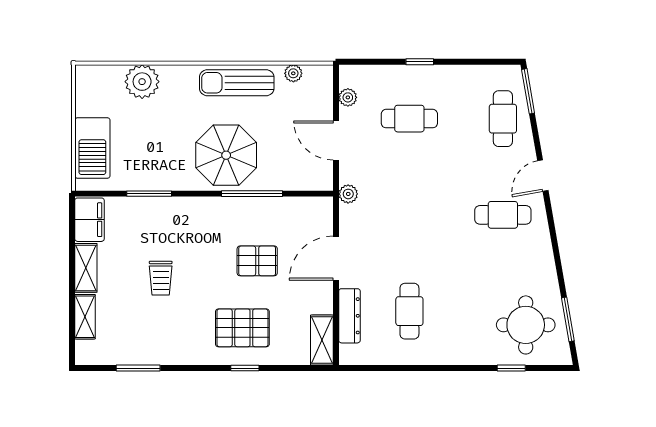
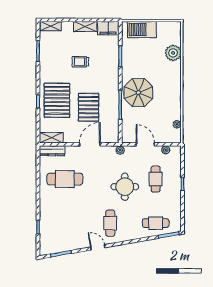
sun lounger: (237, 83) -> (173, 98), removed
door: (336, 141) -> (145, 144), hinge flipped
door: (543, 176) -> (98, 247), moved
door: (336, 258) -> (90, 144), hinge flipped
pallet: (257, 261) -> (89, 107), width x1.50, depth x1.42
cafe table: (409, 311) -> (65, 179), width x1.37, depth x1.35
dresser: (349, 316) -> (52, 151), moved
shelving: (85, 317) -> (51, 26), moved
round table: (526, 325) -> (125, 187), moved
pallet: (242, 328) -> (57, 100), width x1.37, depth x1.41

